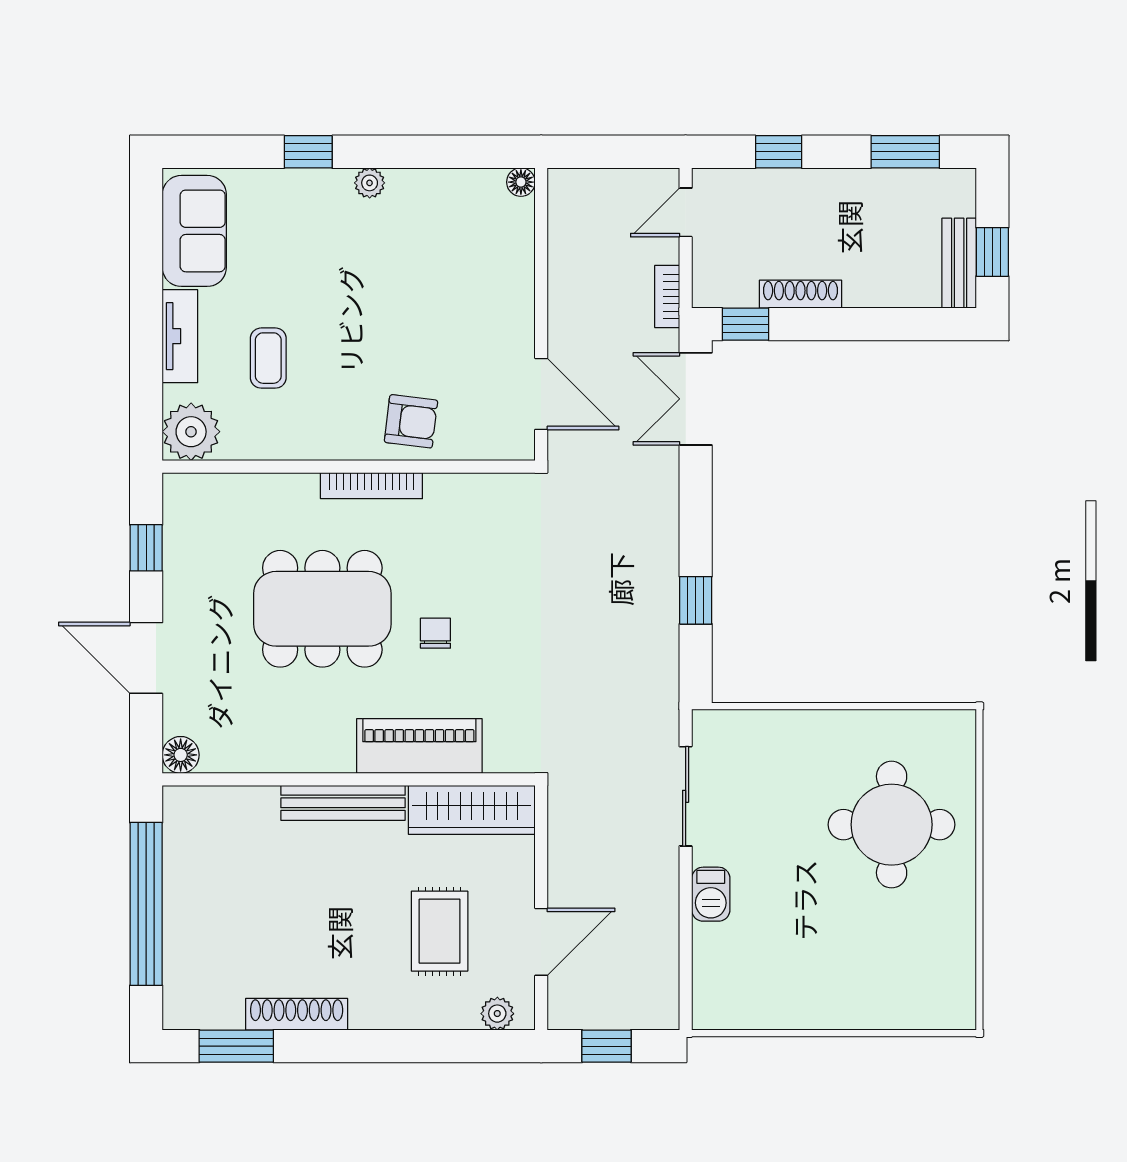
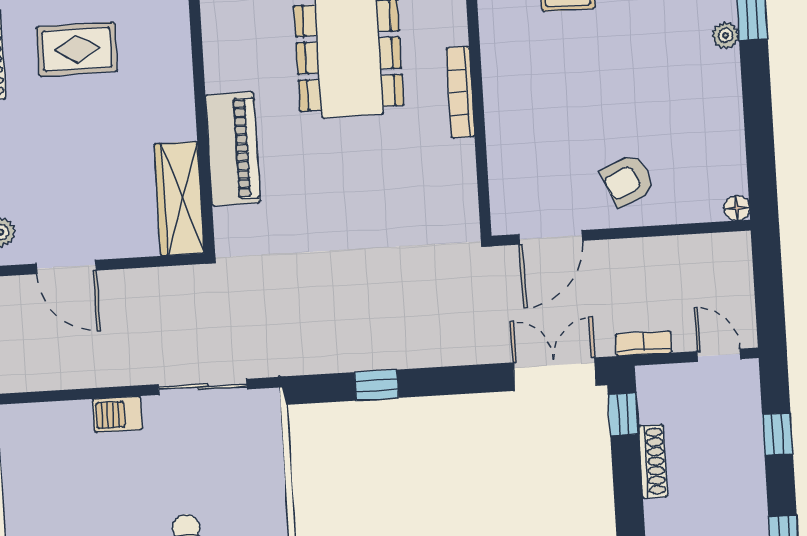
plant: (370, 183) -> (725, 35), moved
armchair: (411, 421) -> (628, 180), moved, turned 60
chair: (435, 633) -> (333, 157), removed
bench: (343, 803) -> (178, 84), removed
rug: (440, 931) -> (77, 49), moved

